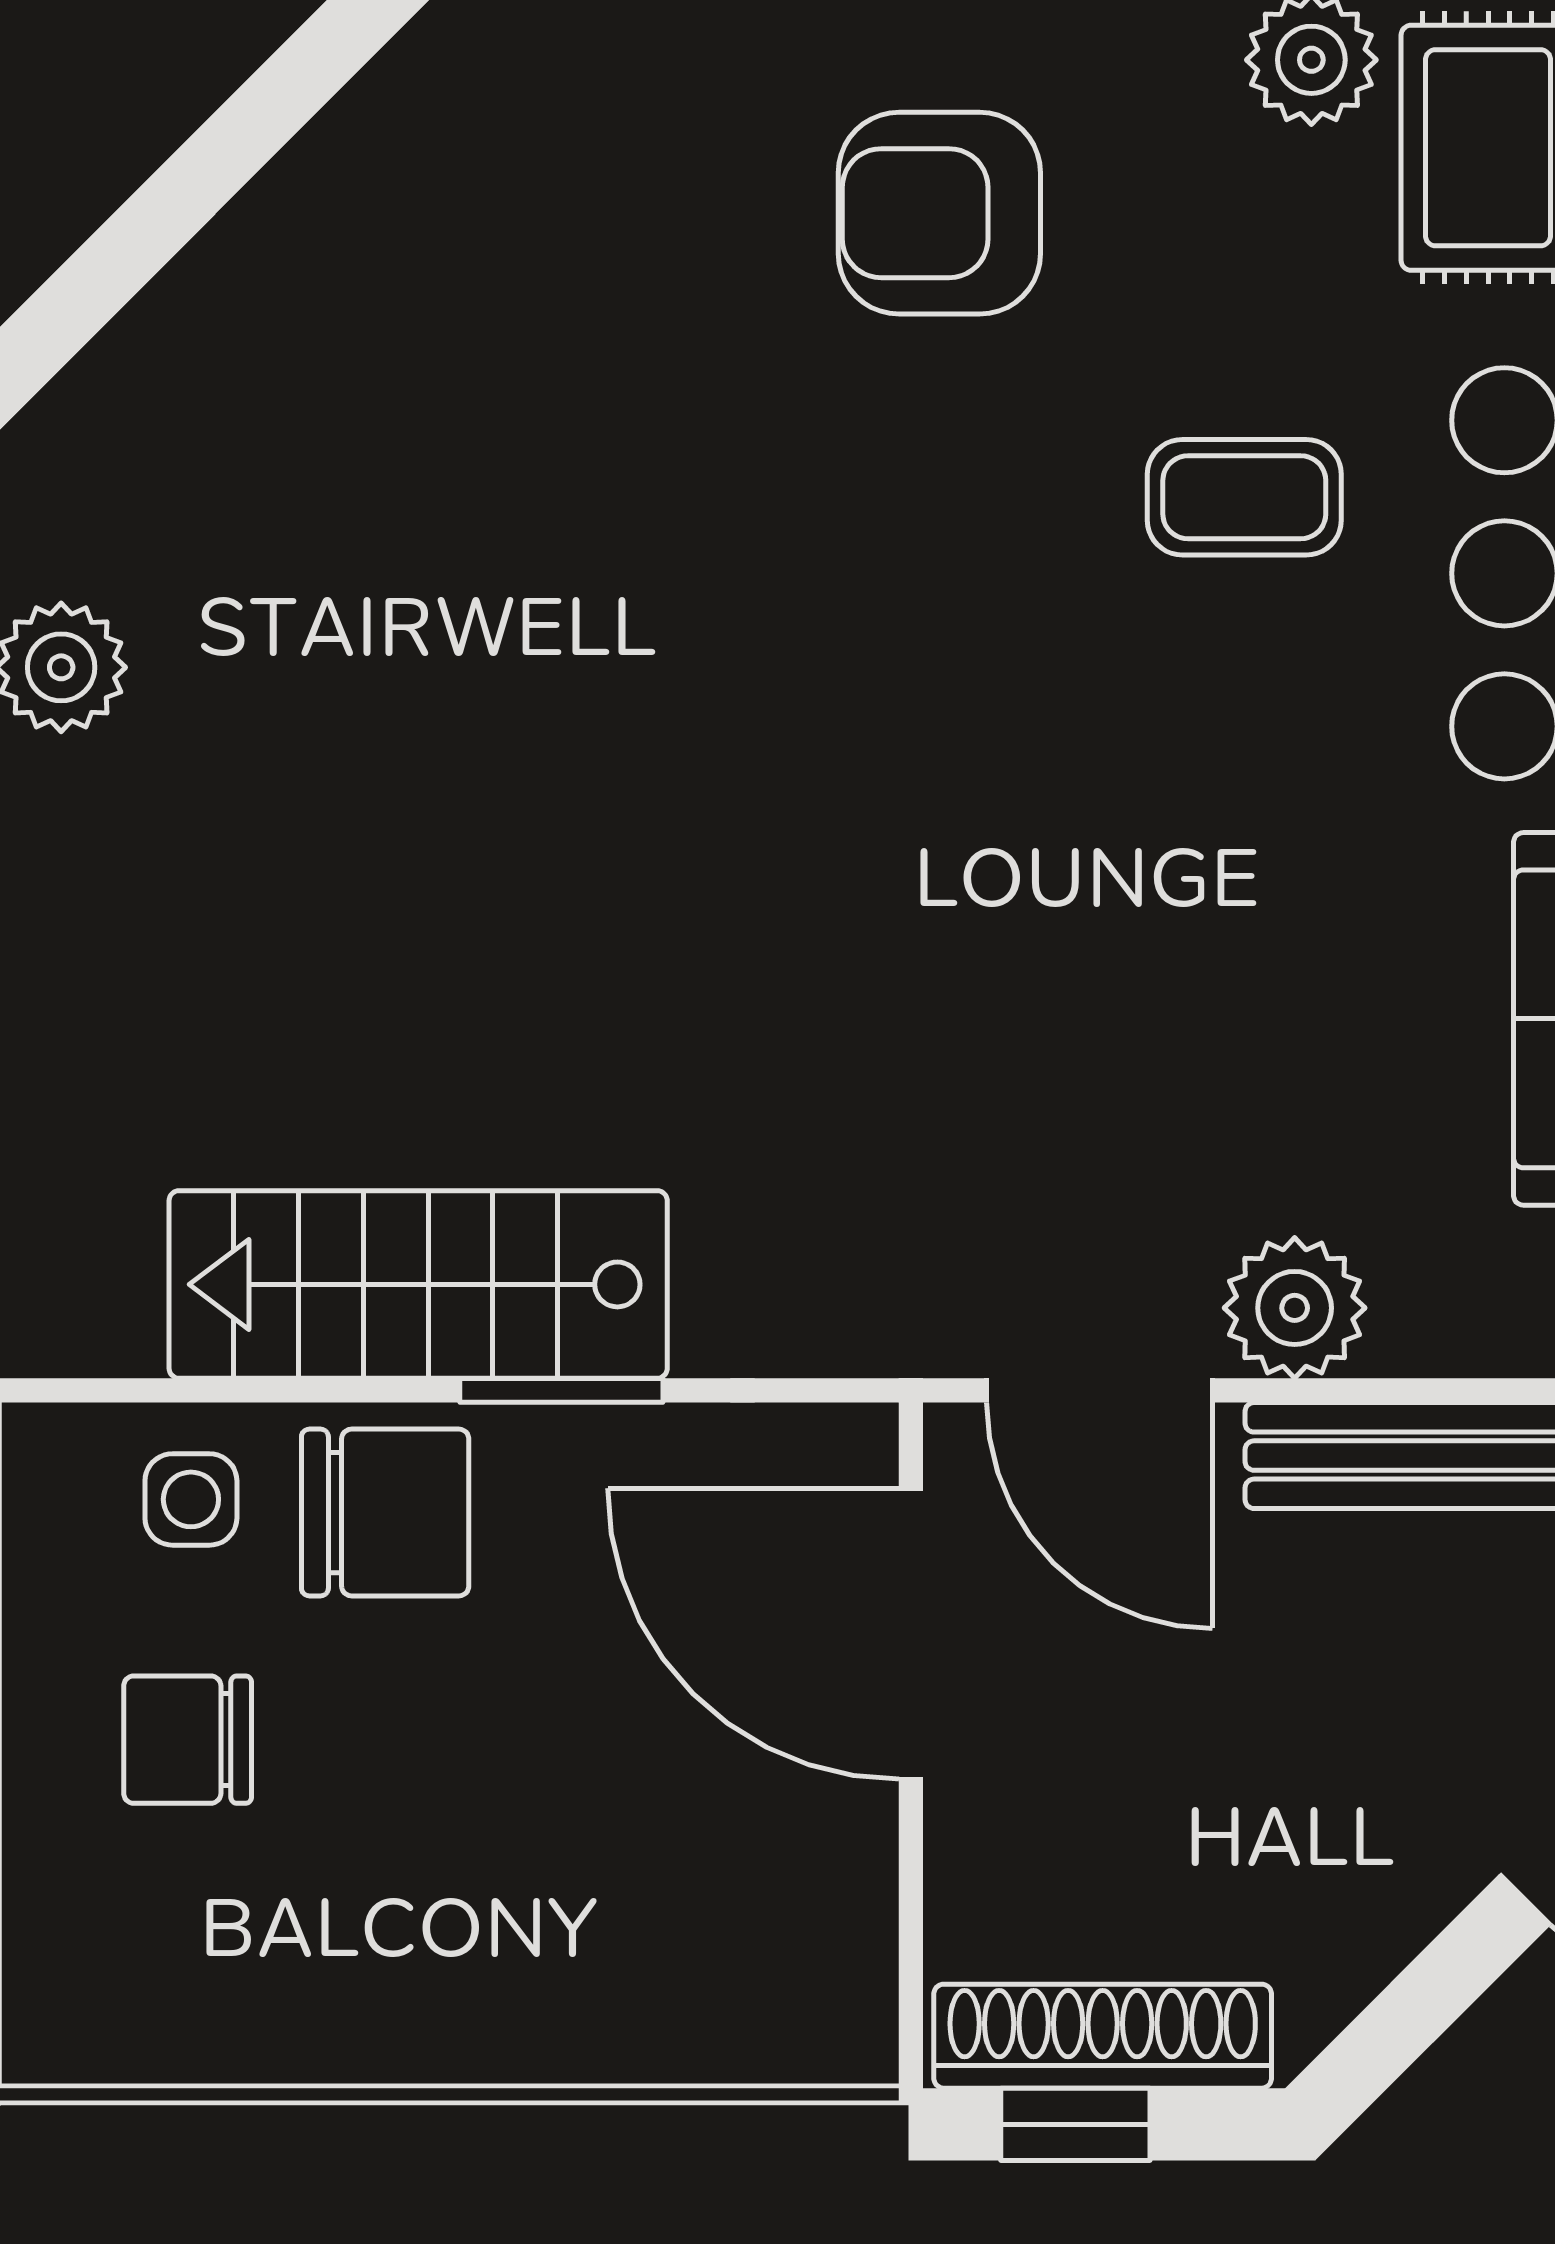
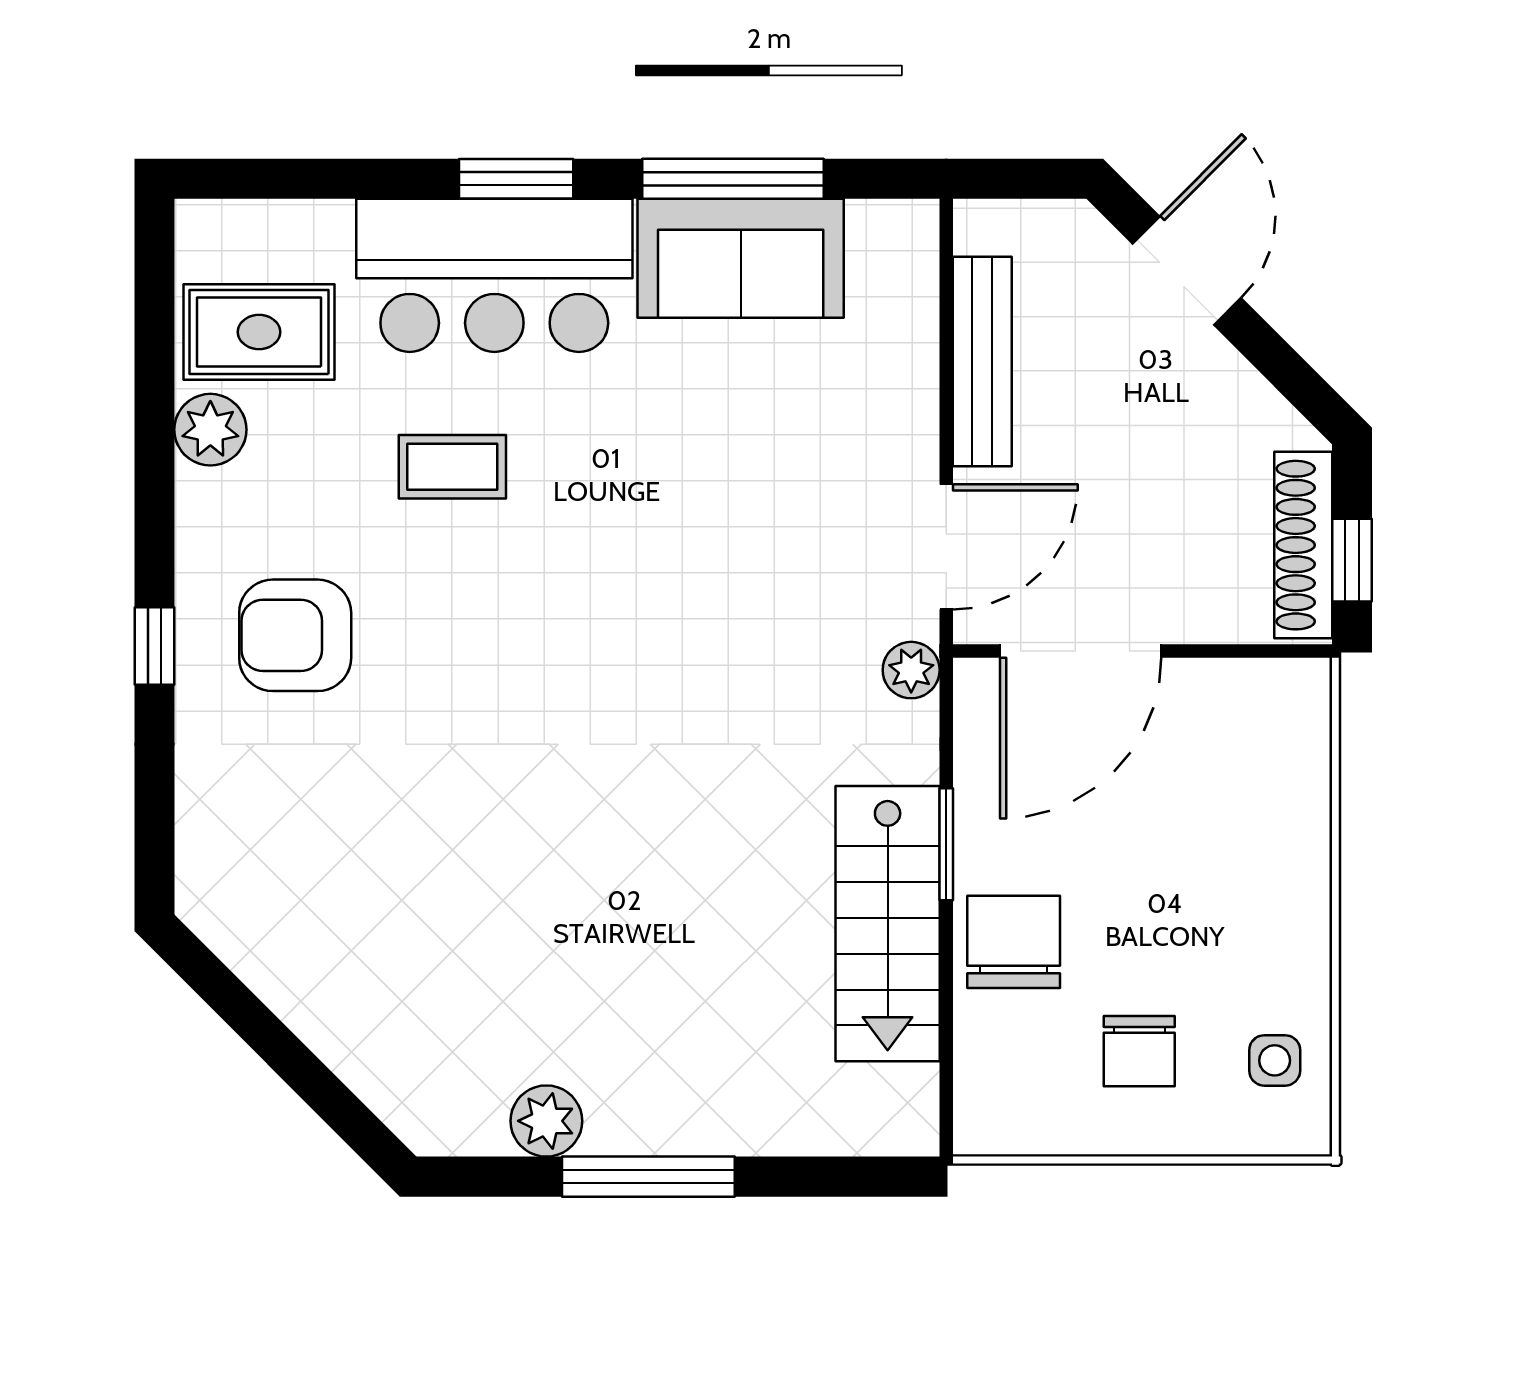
armchair: (939, 213) -> (295, 635), turned 90
coffee table: (1244, 497) -> (452, 467), turned 90
plant: (1295, 1308) -> (911, 670), moved, width x0.73, depth x0.73
side table: (191, 1499) -> (1275, 1060), moved

